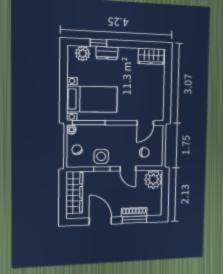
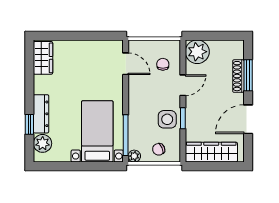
dresser: (107, 53) -> (41, 114), width x1.44

